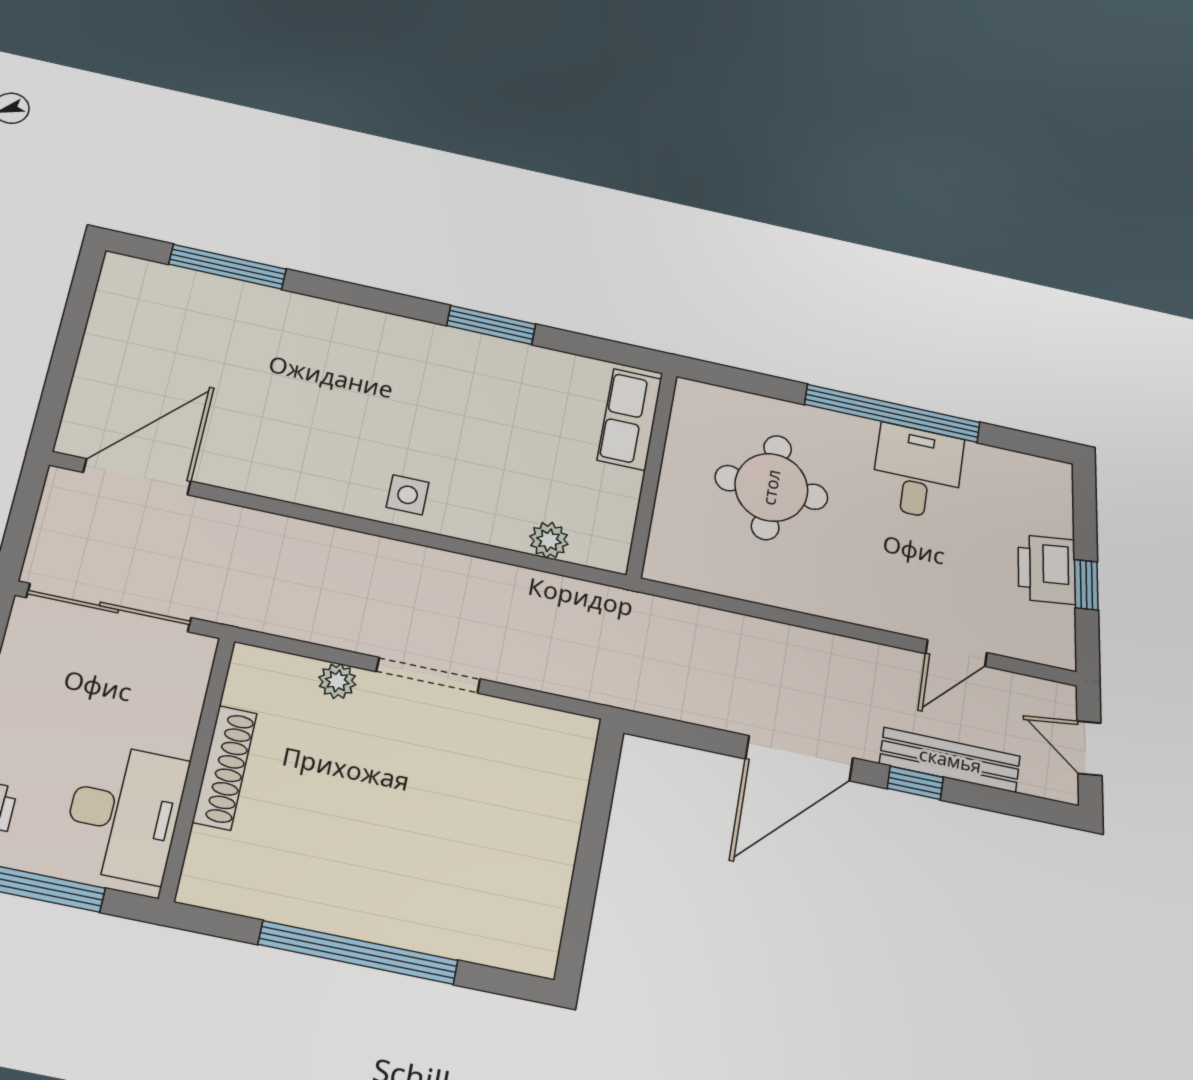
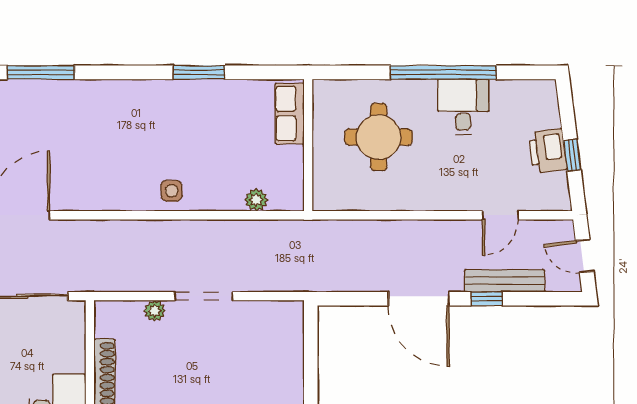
door: (799, 758) -> (419, 299), hinge flipped

